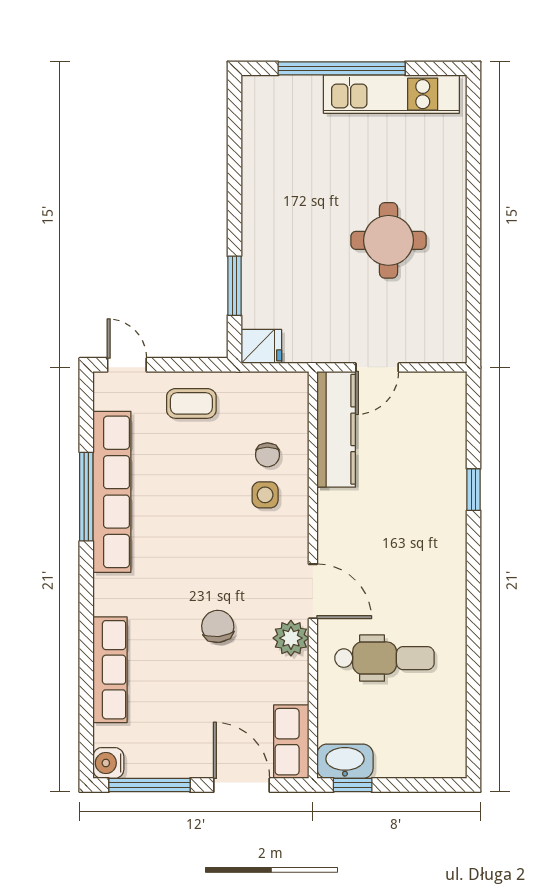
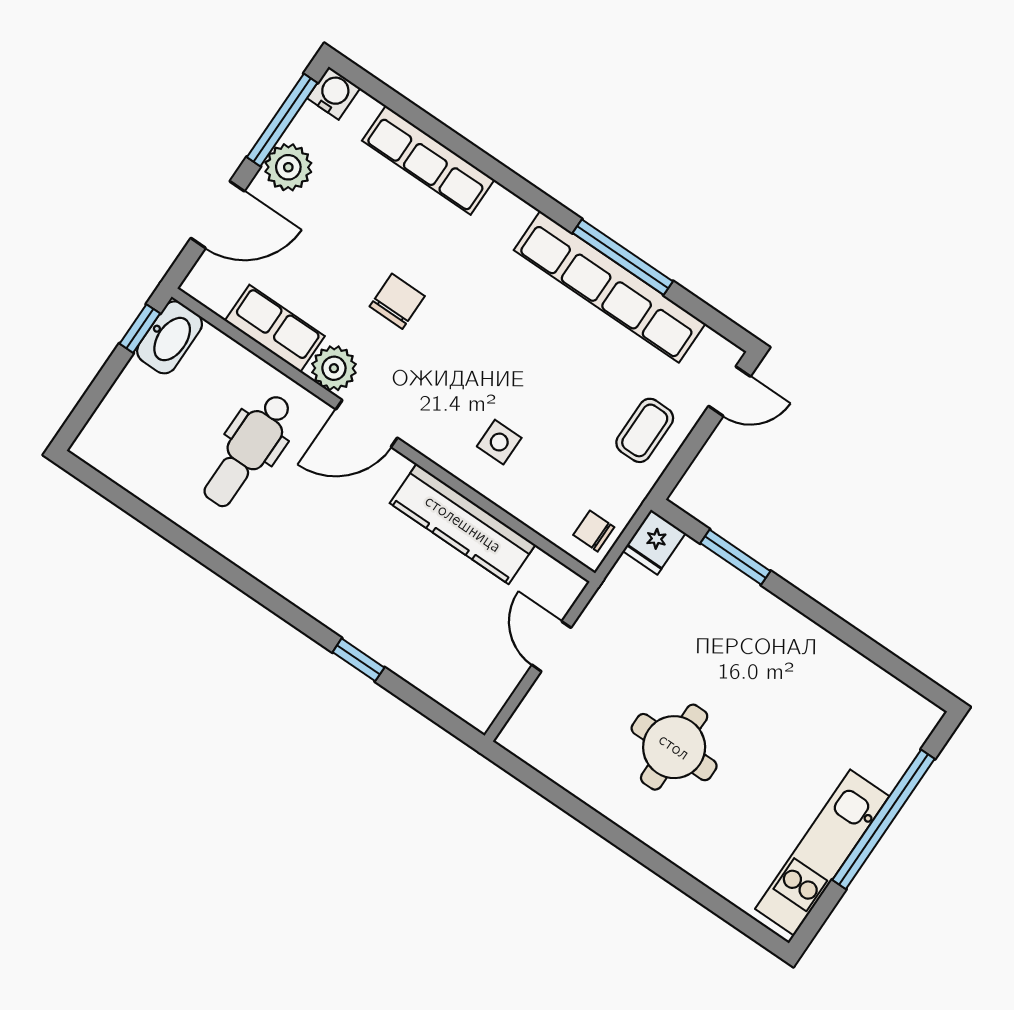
kitchen counter: (336, 429) -> (463, 524), moved
chair: (267, 455) -> (594, 531), moved
chair: (218, 626) -> (397, 301), turned -84
row of seats: (291, 742) -> (275, 328), moved
plant: (178, 760) -> (288, 167), added

